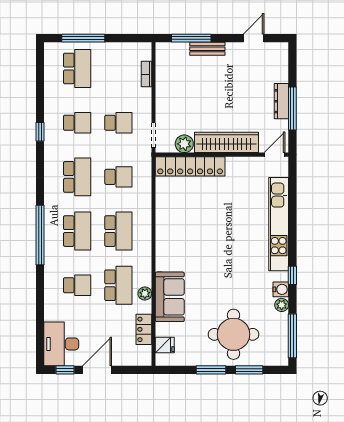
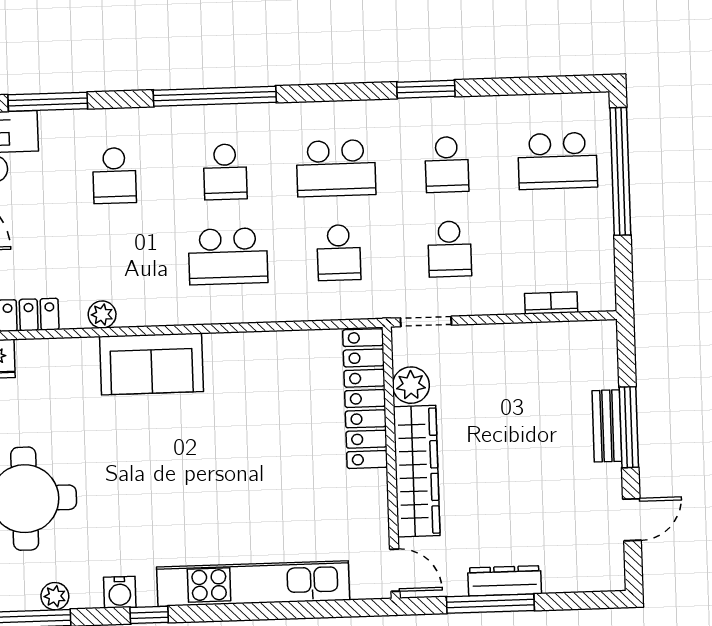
window: (83, 38) -> (620, 171), width x1.46
window: (191, 38) -> (629, 427), moved
door: (254, 38) -> (632, 520), hinge flipped
window: (40, 132) -> (426, 89), width x1.50
school desk: (77, 231) -> (225, 172), width x0.54
school desk: (118, 285) -> (117, 260), removed
sofa: (170, 297) -> (151, 364), moved
plant: (282, 305) -> (55, 596), moved
window: (40, 317) -> (48, 102), added

